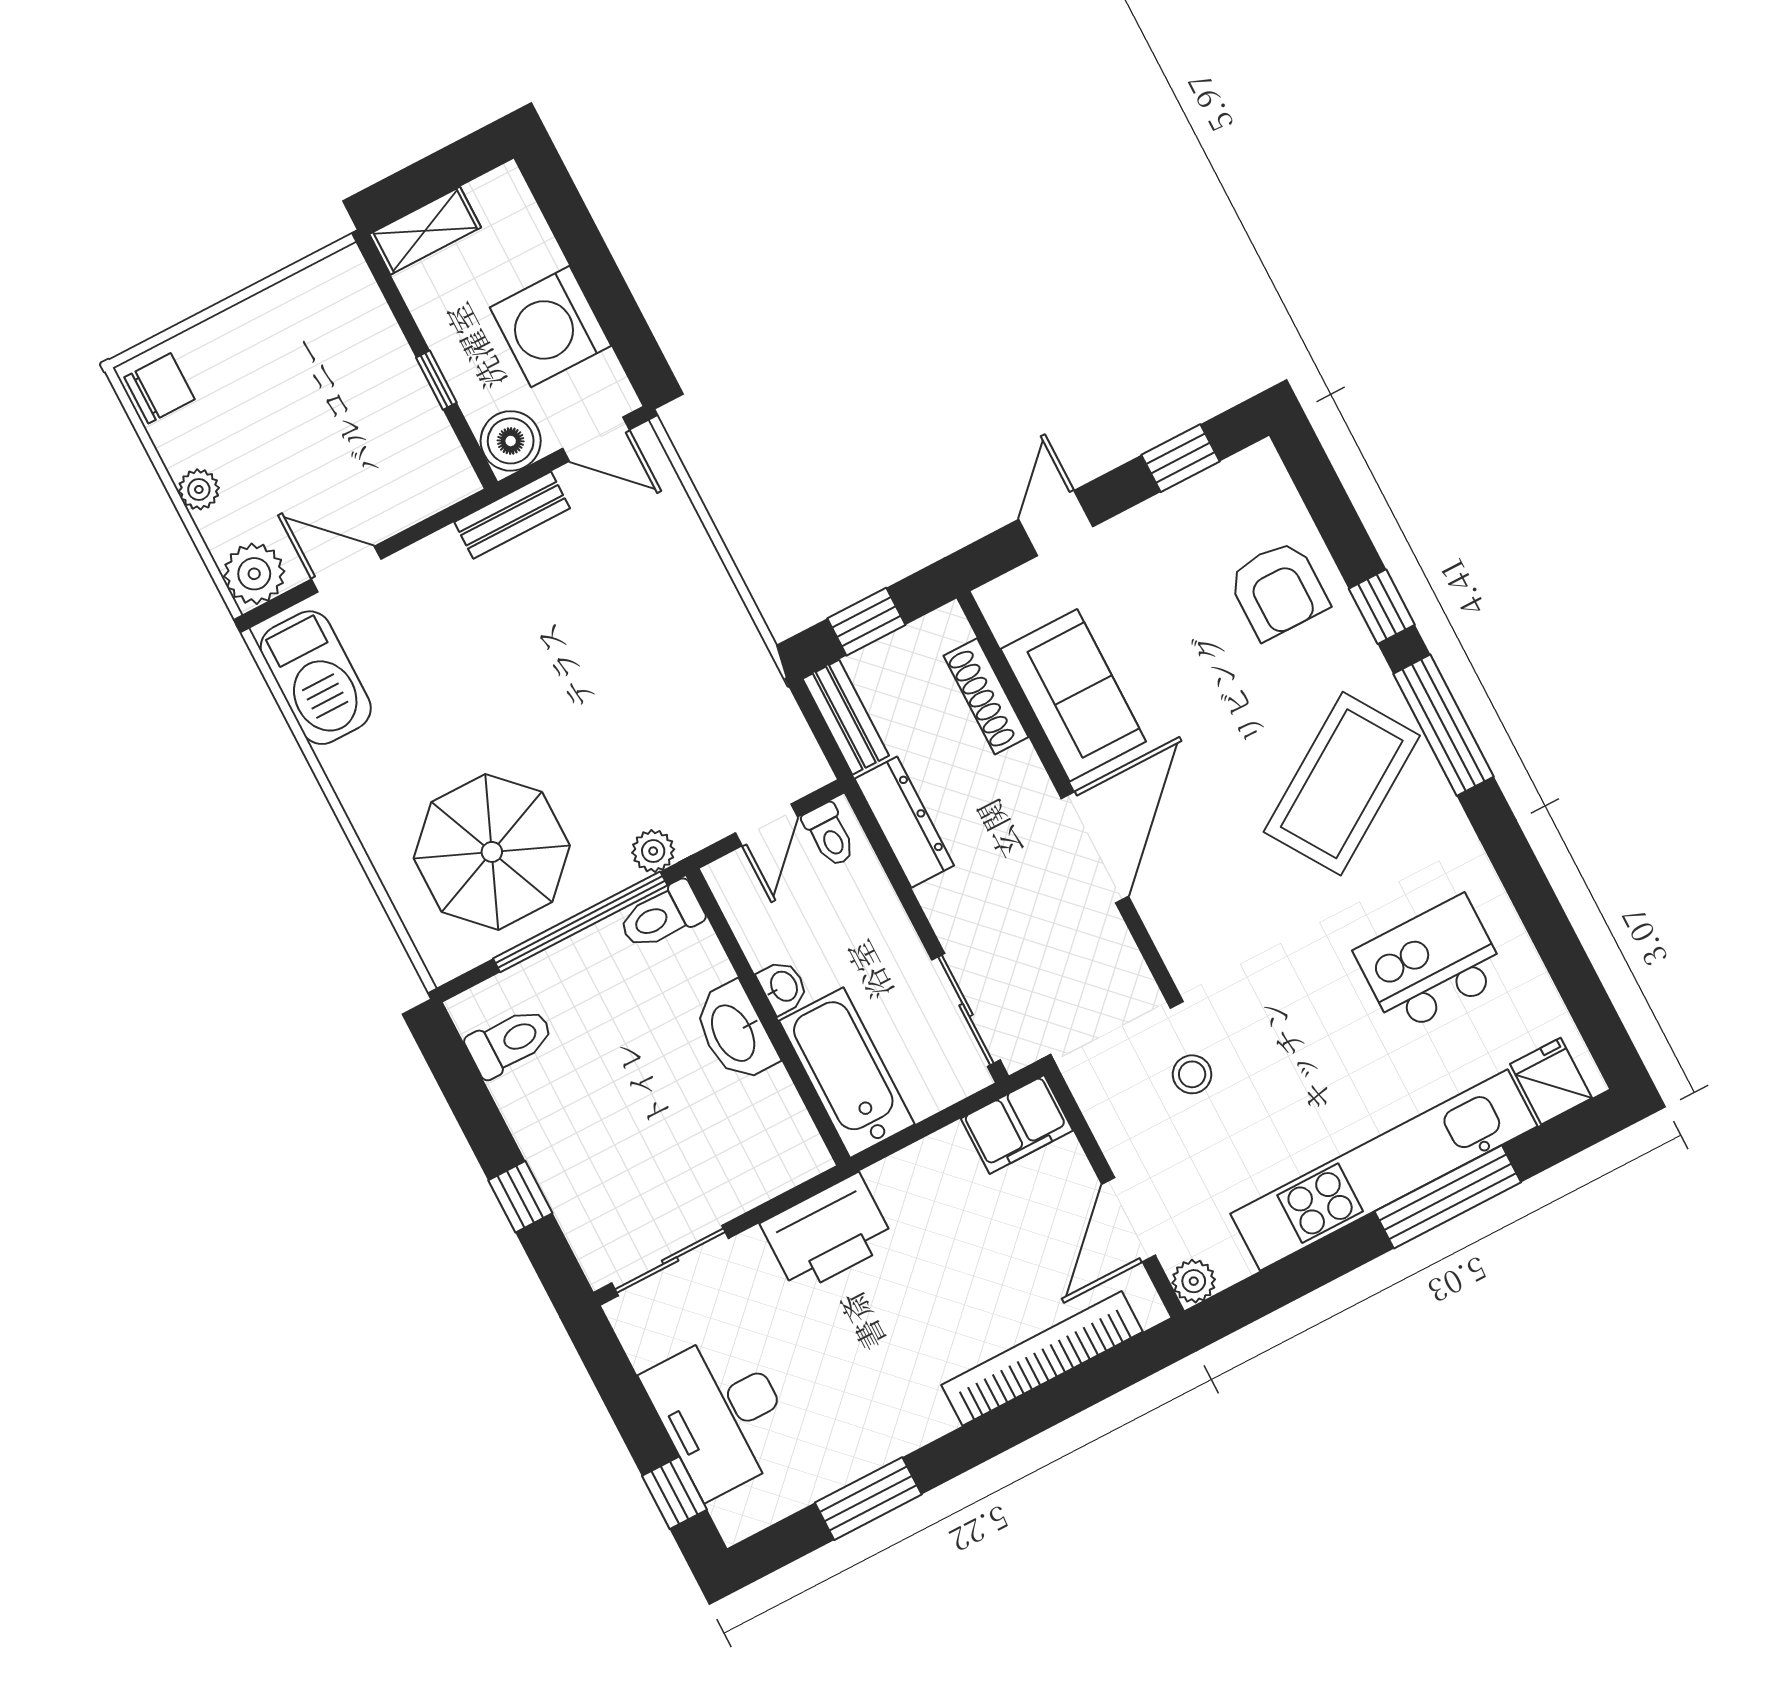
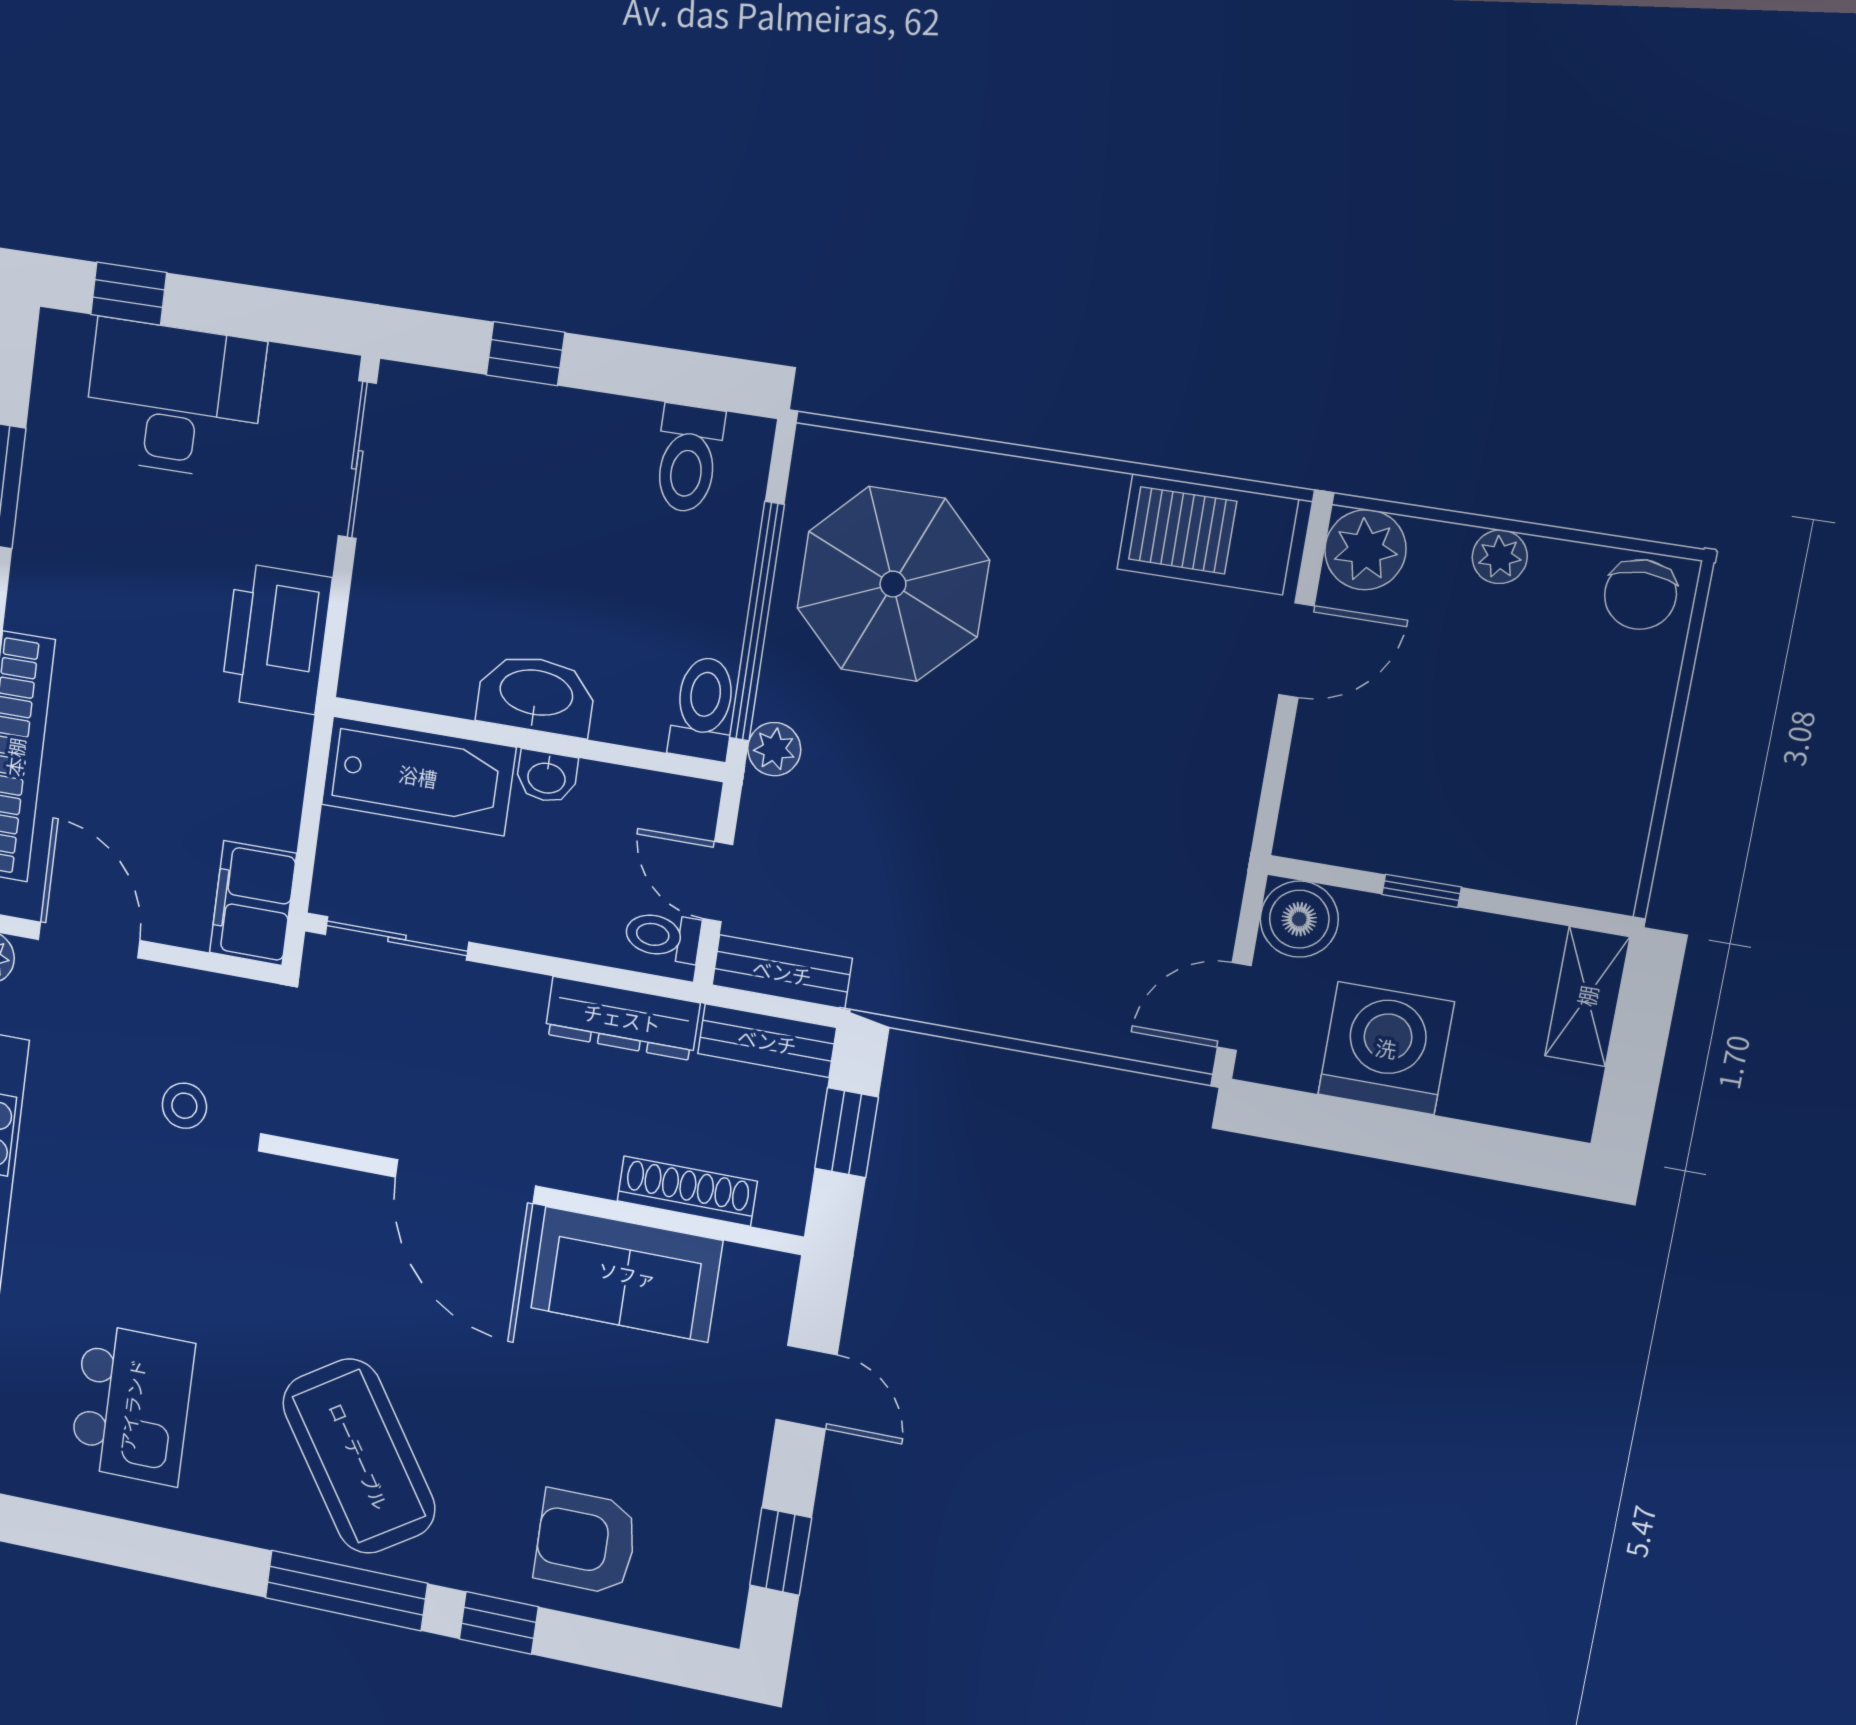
bench: (512, 515) -> (782, 972), moved, turned 90

